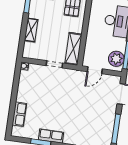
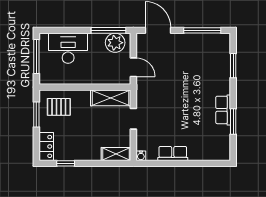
shelving: (31, 30) -> (116, 154), moved
row of seats: (19, 114) -> (173, 153), moved

